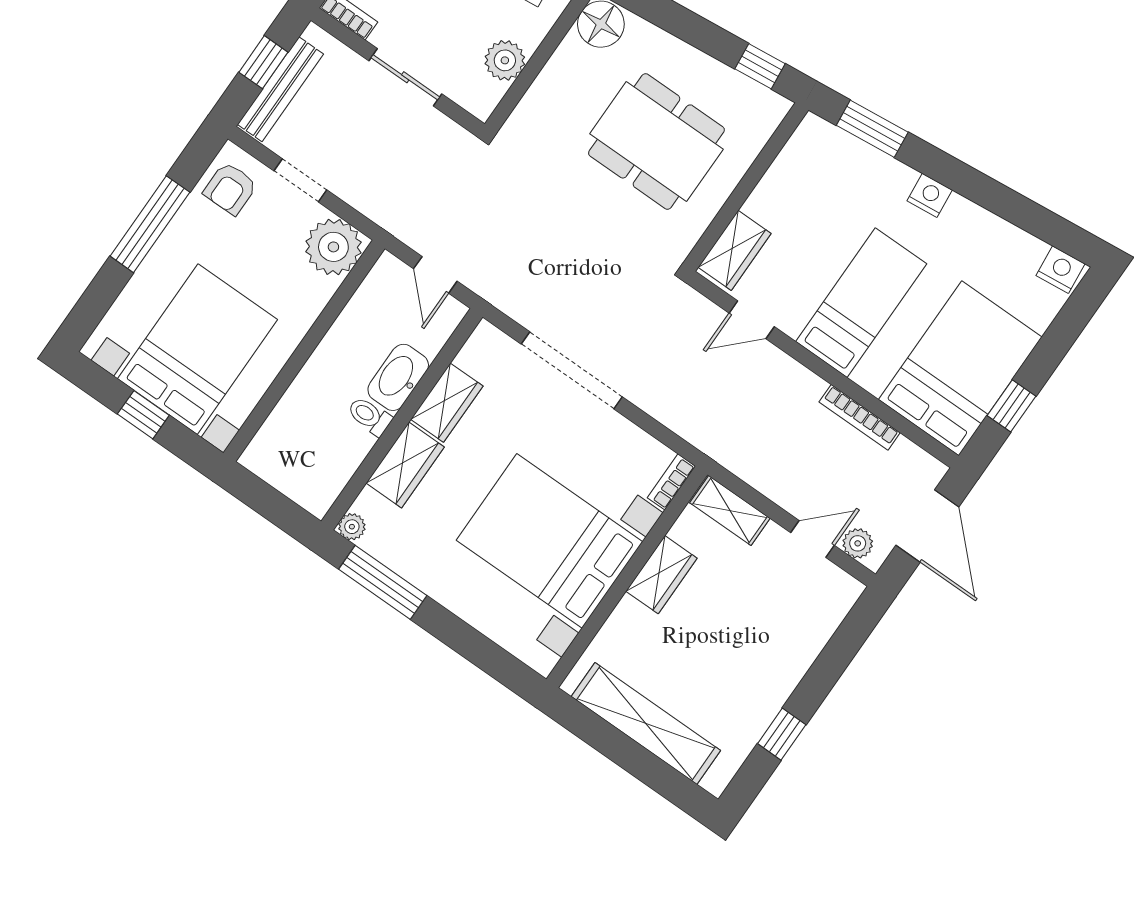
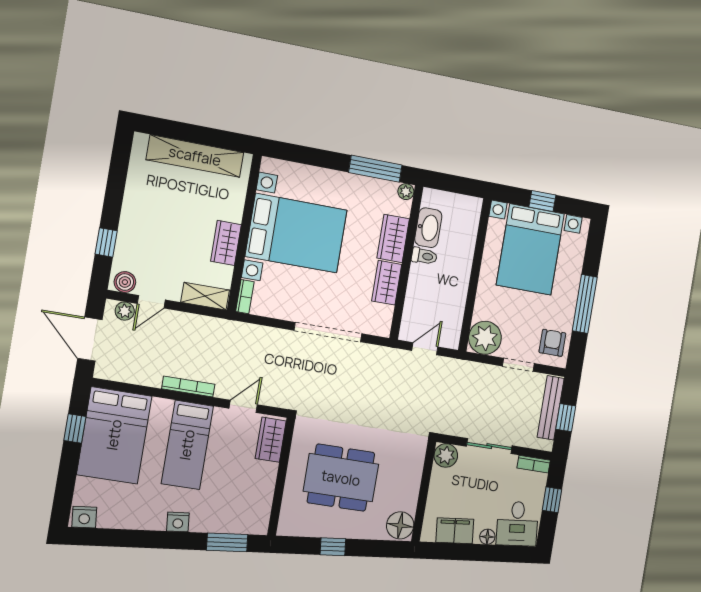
plant: (505, 60) -> (446, 455), moved
window: (760, 66) -> (333, 547), moved
door: (435, 275) -> (425, 349), hinge flipped
washbasin: (398, 377) -> (428, 228), moved
bookcase: (860, 417) -> (188, 386), moved
boiler: (837, 586) -> (125, 282), added
window: (782, 734) -> (106, 242), moved

